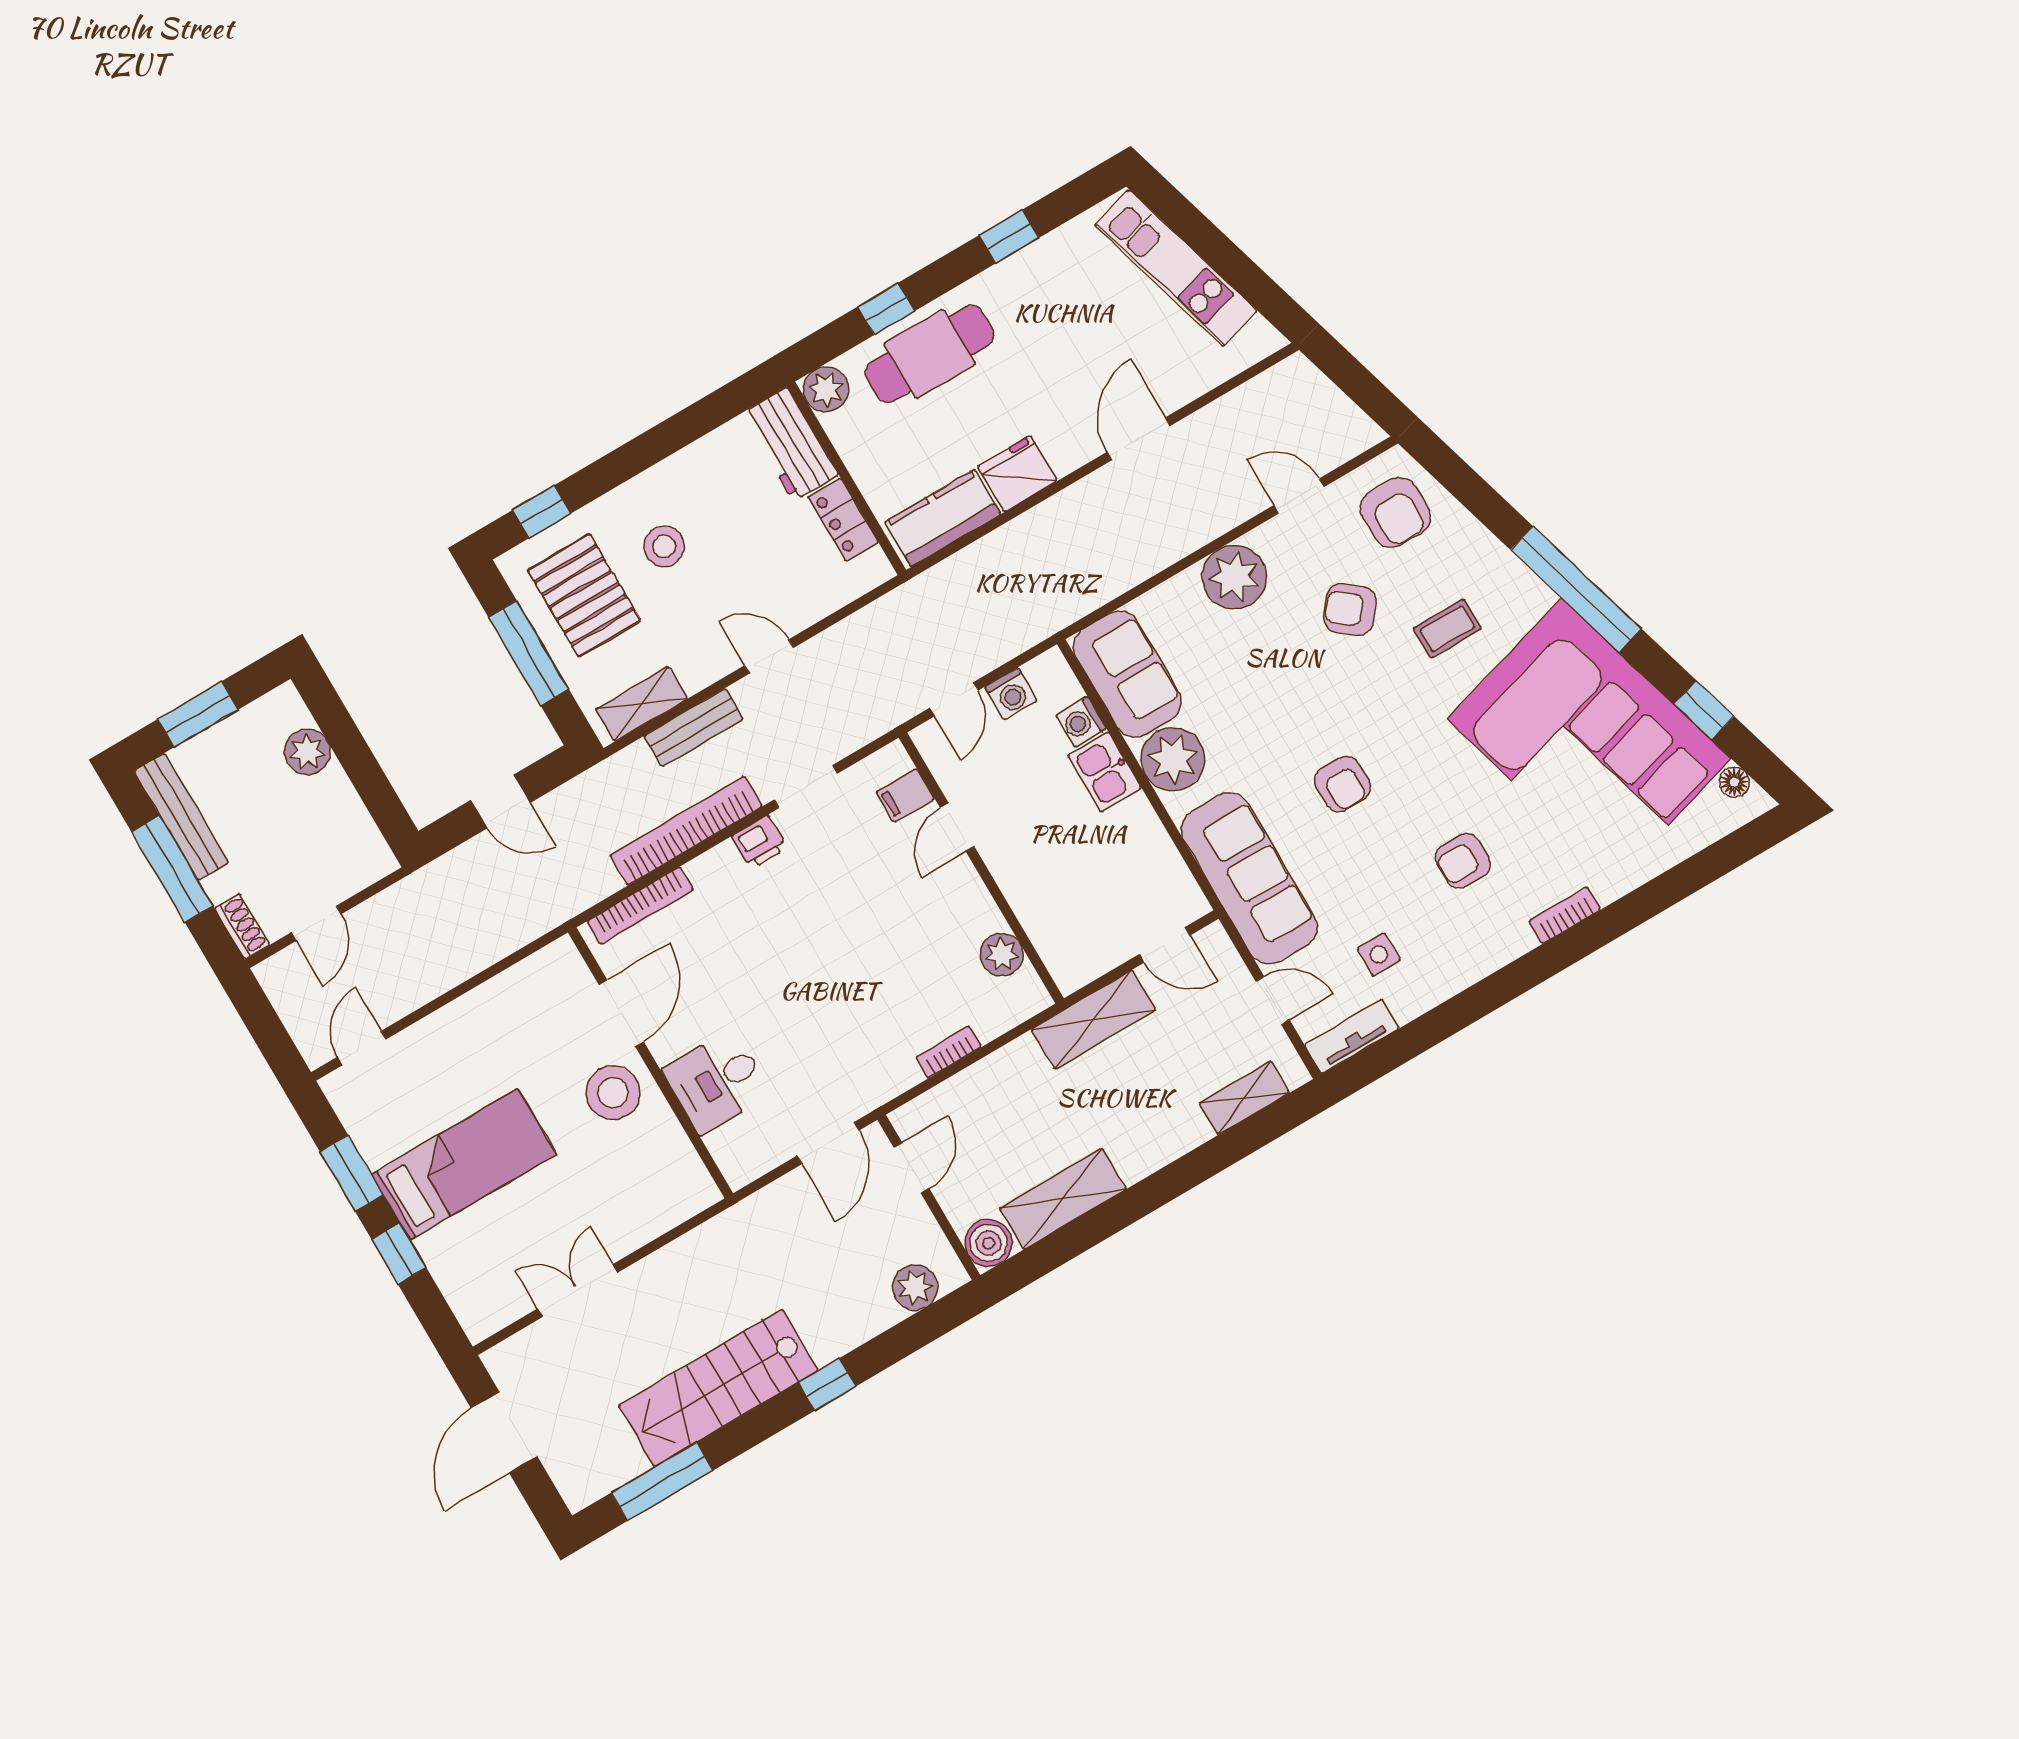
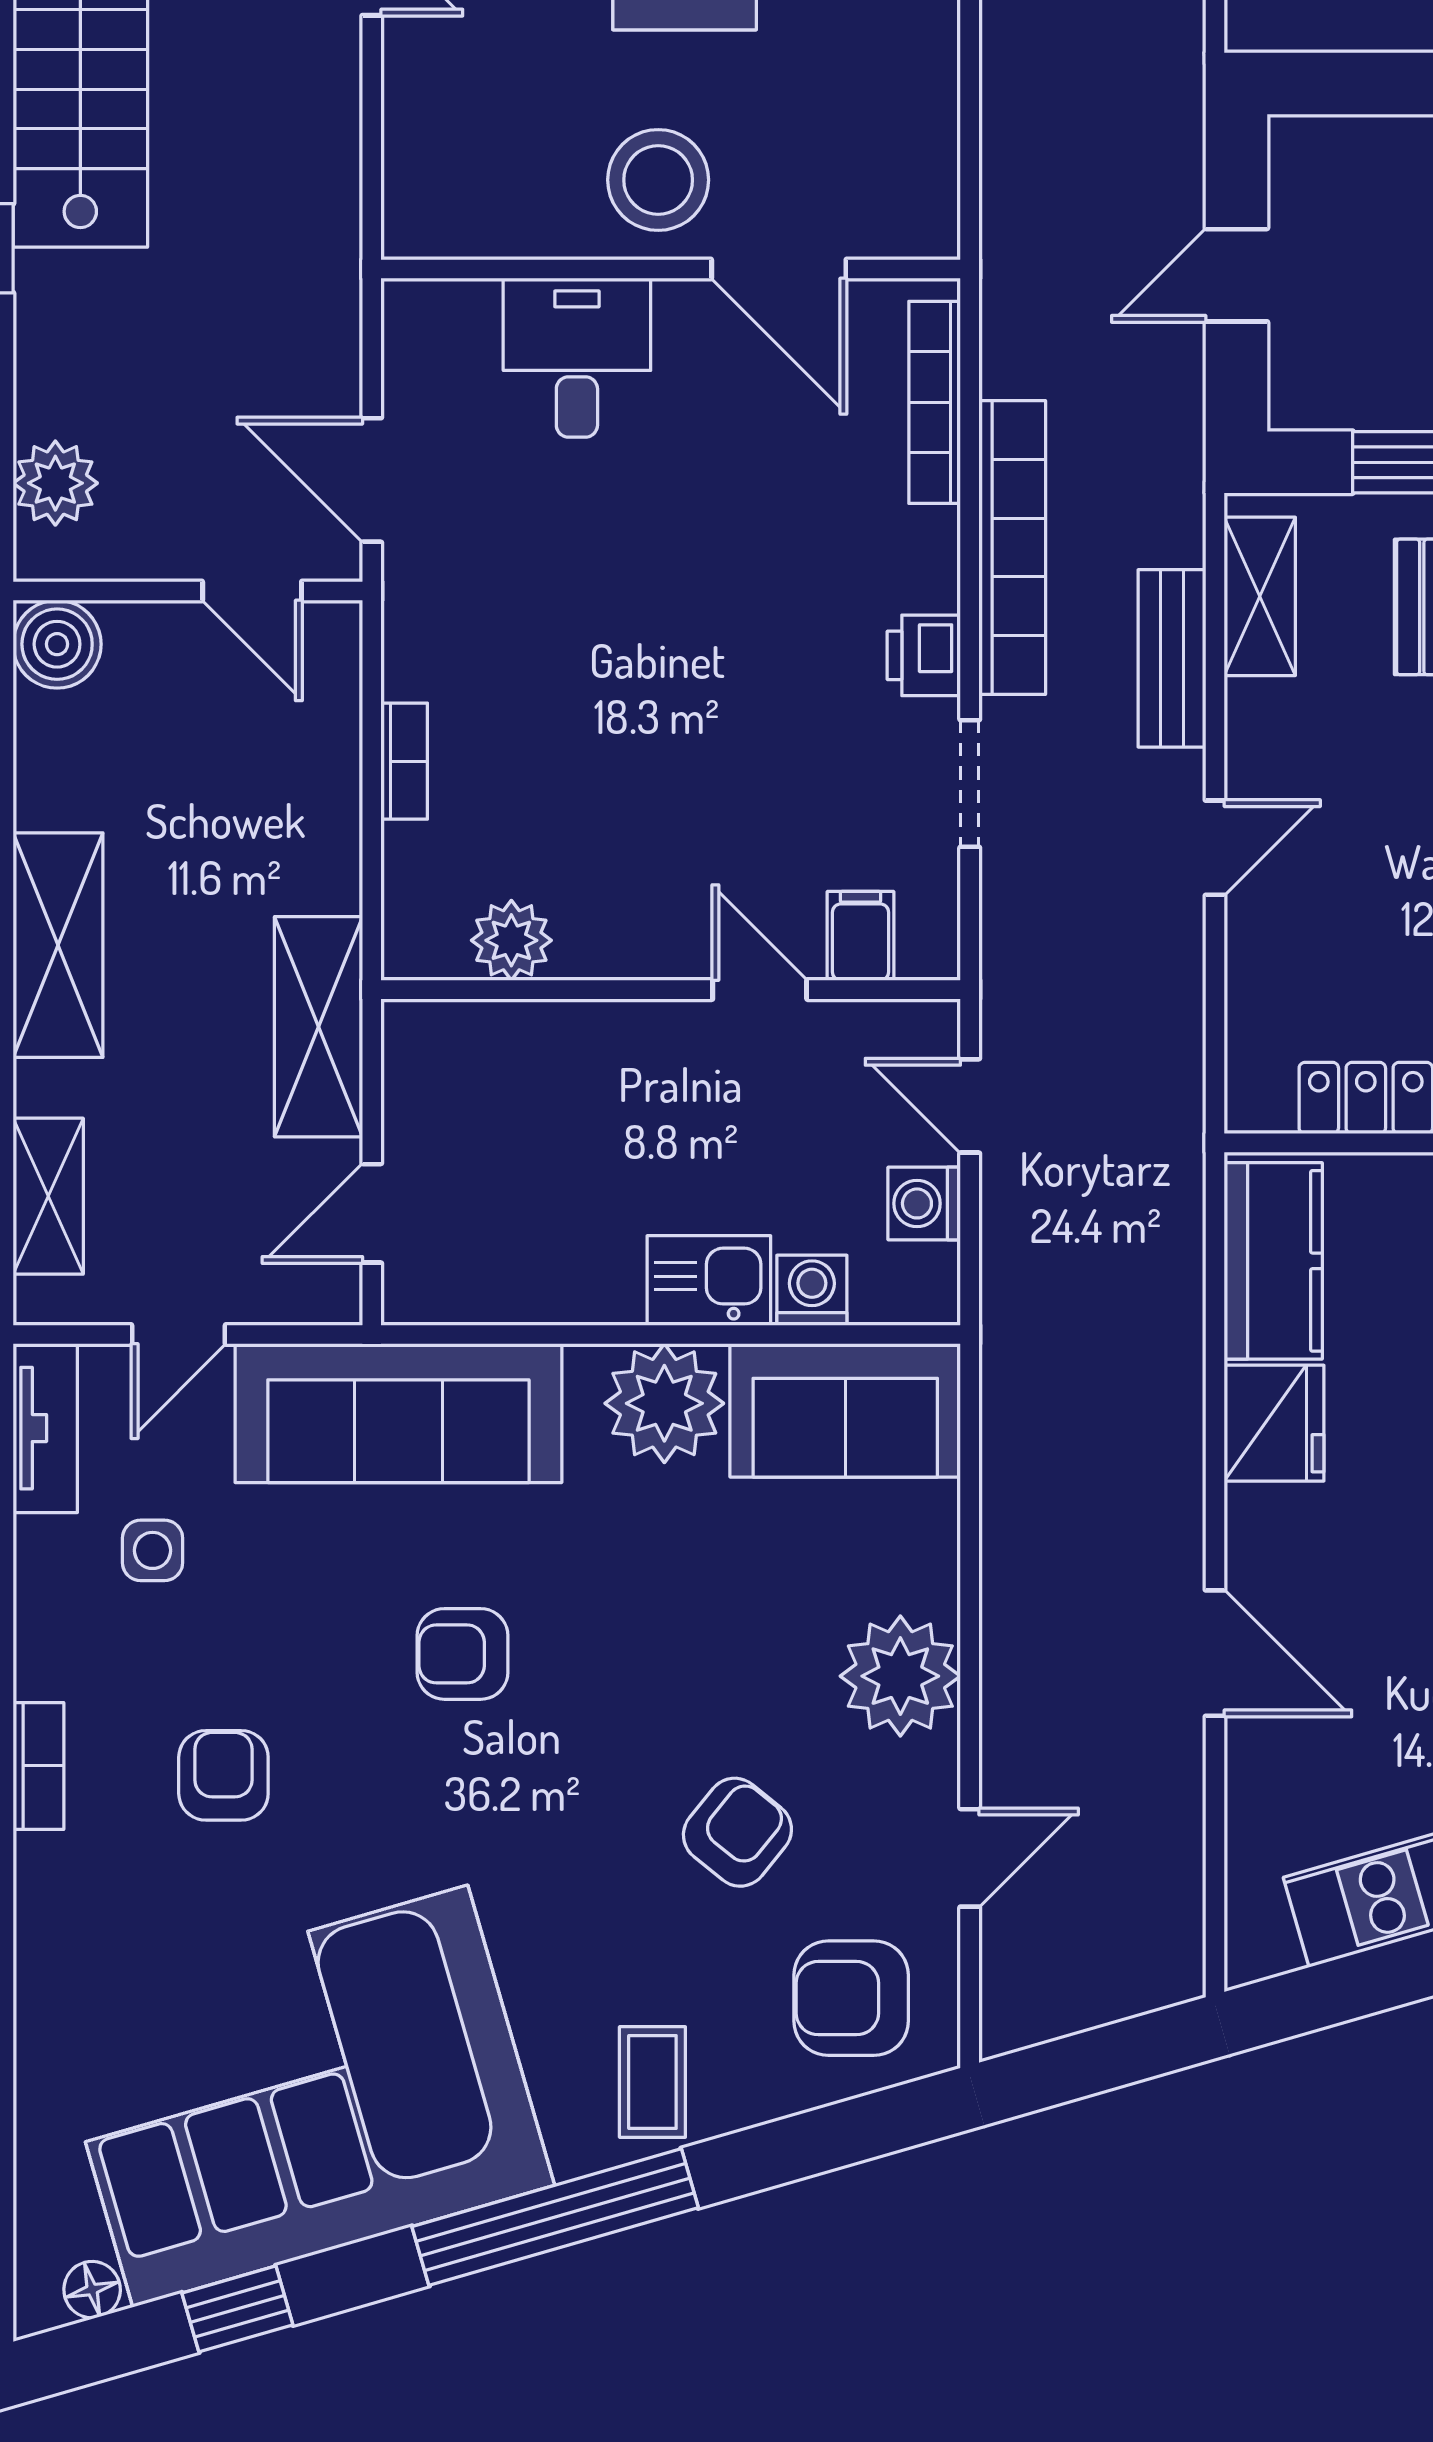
coffee table: (1447, 629) -> (652, 2082), moved
bookcase: (1565, 915) -> (38, 1766), moved
shelving: (1063, 1199) -> (58, 945), moved

